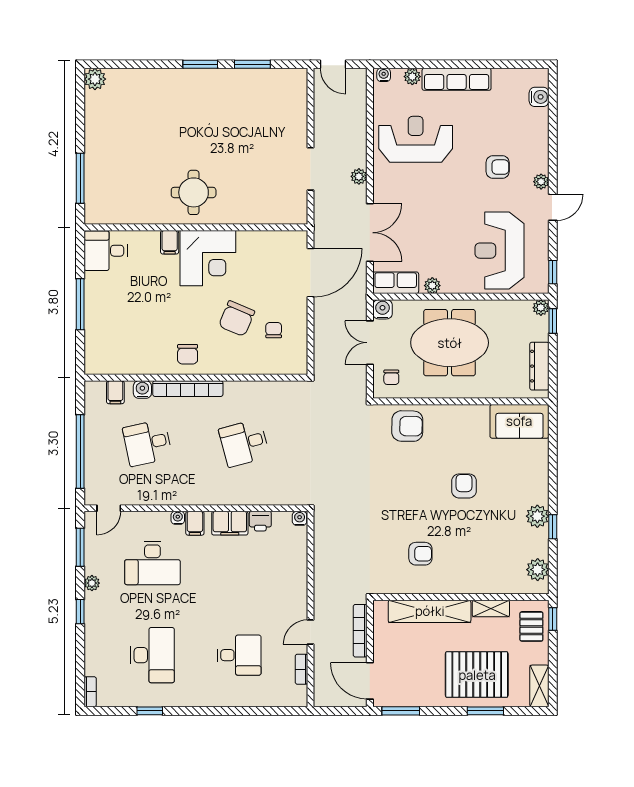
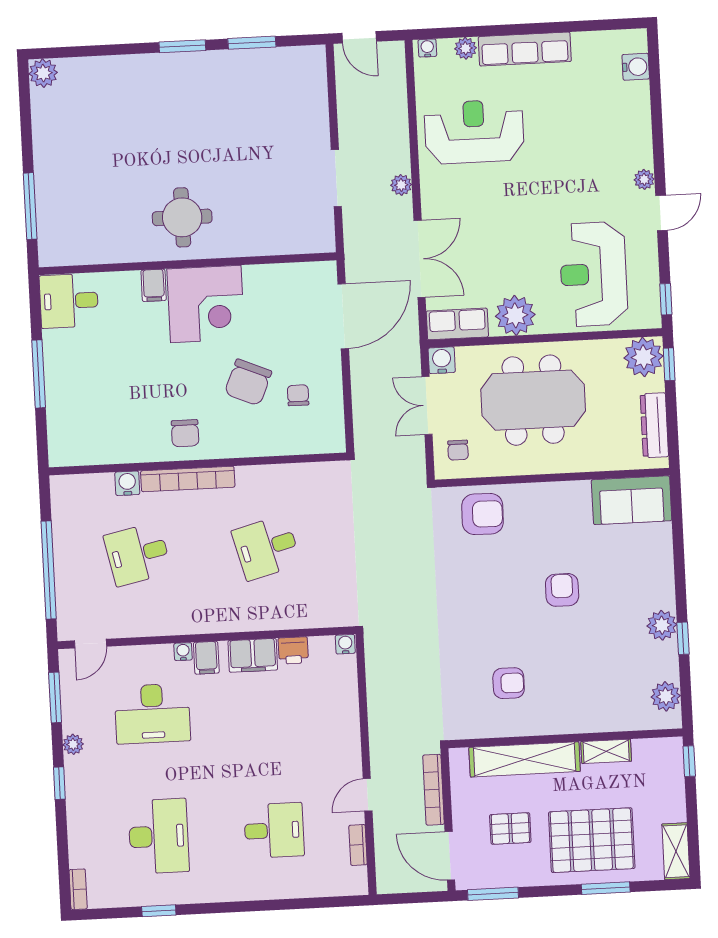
armchair: (498, 167) -> (585, 163), removed
plant: (432, 286) -> (515, 315), width x1.88, depth x1.88
plant: (541, 308) -> (644, 357), width x1.88, depth x1.88
filing cabinet: (115, 392) -> (91, 489), removed
pallet: (531, 626) -> (510, 828), moved, turned 90

